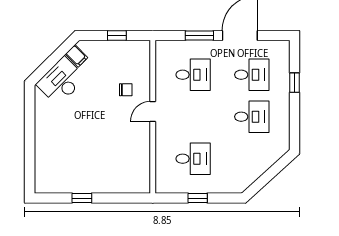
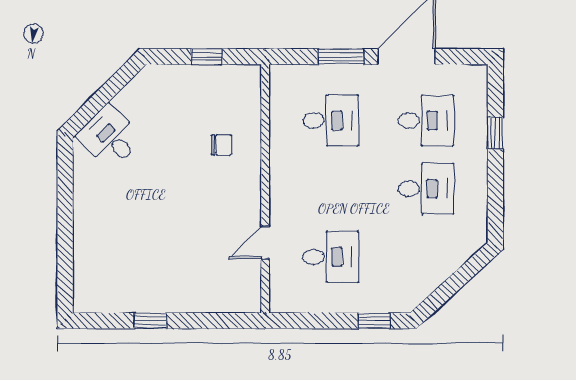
filing cabinet: (77, 56) -> (141, 90), removed
desk: (61, 81) -> (110, 137), width x0.73
door: (153, 111) -> (265, 243), moved
window: (198, 198) -> (374, 321), moved

